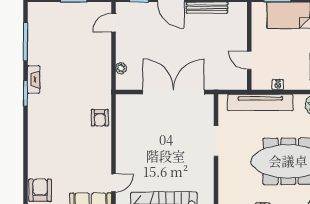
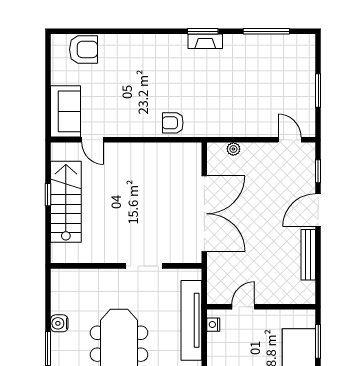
fireplace: (34, 79) -> (205, 41), moved
nightstand: (278, 85) -> (213, 325), moved

